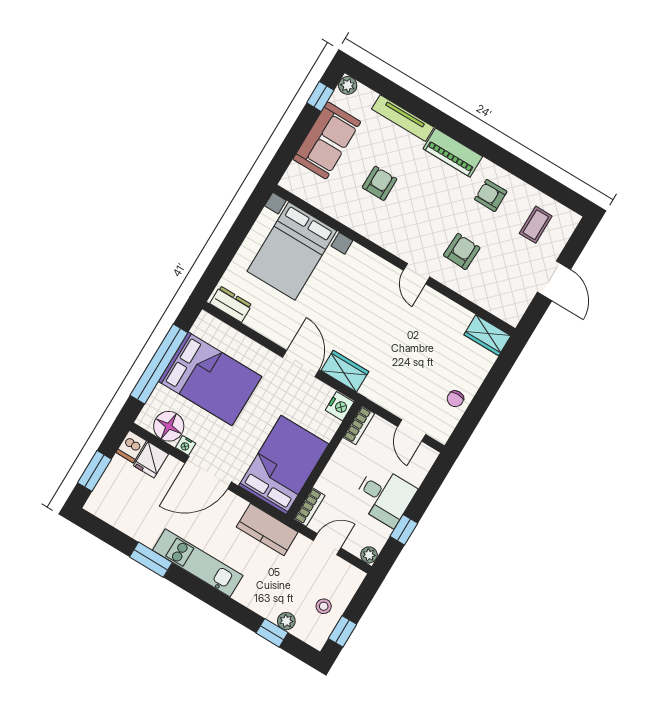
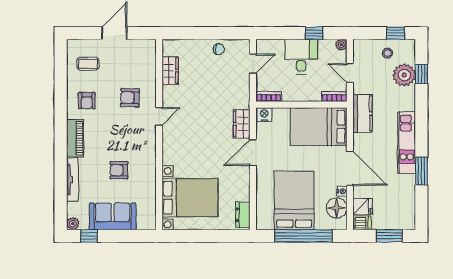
wardrobe: (487, 335) -> (170, 71), moved
plant: (286, 621) -> (404, 75), width x1.88, depth x1.88

